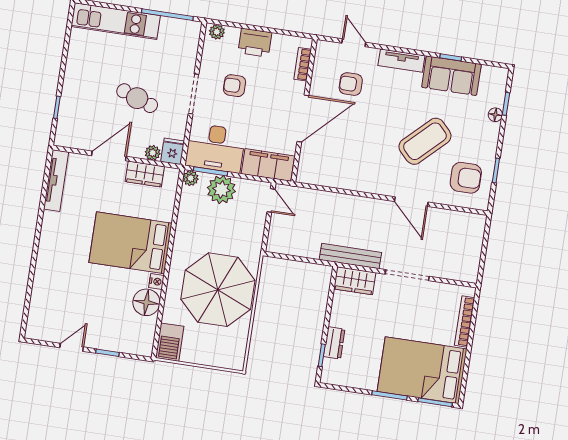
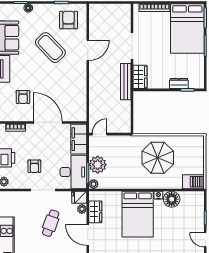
parasol: (218, 290) -> (158, 158), width x0.73, depth x0.73

